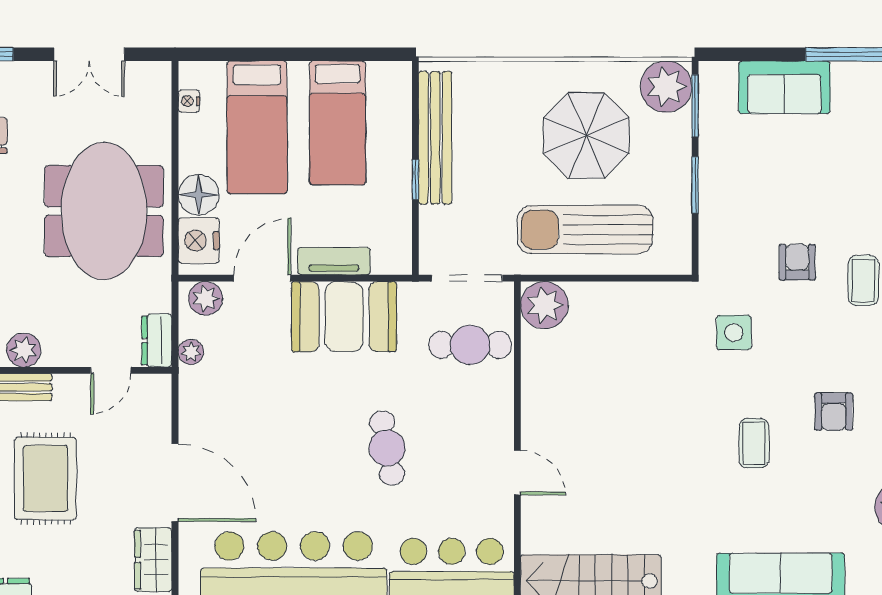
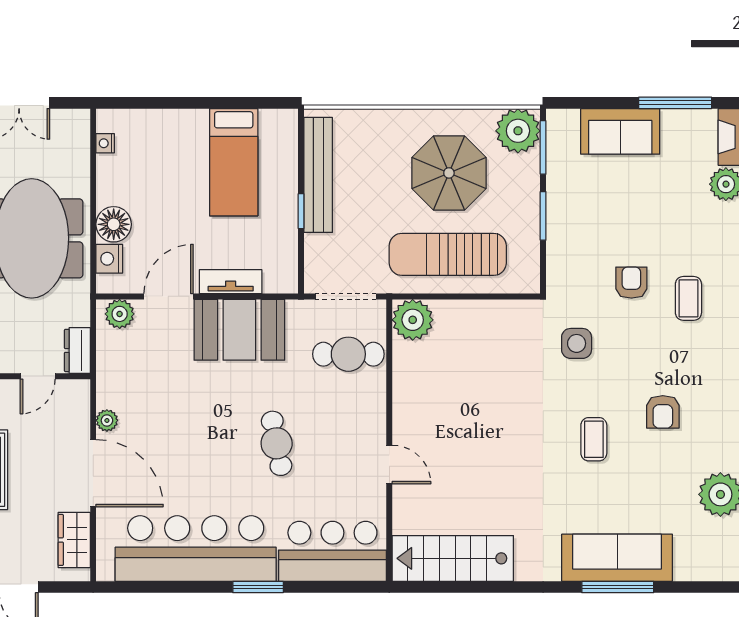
bed: (257, 127) -> (164, 166), removed
nightstand: (199, 241) -> (109, 259), width x0.74, depth x0.75
plant: (191, 352) -> (107, 420), moved

